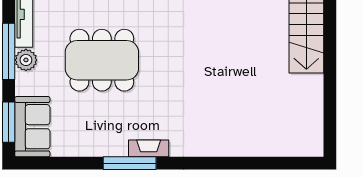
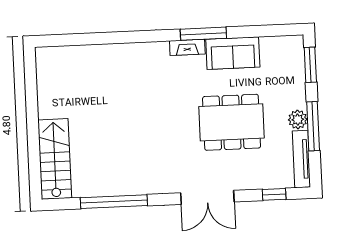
sofa: (32, 127) -> (233, 53), moved, turned -90

